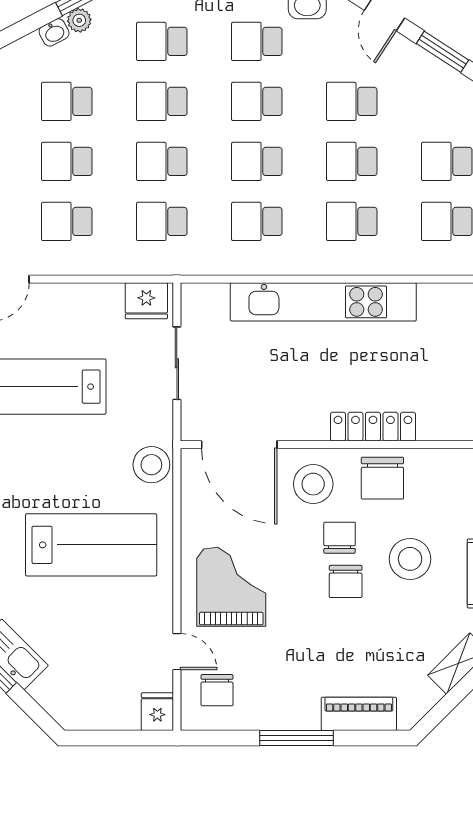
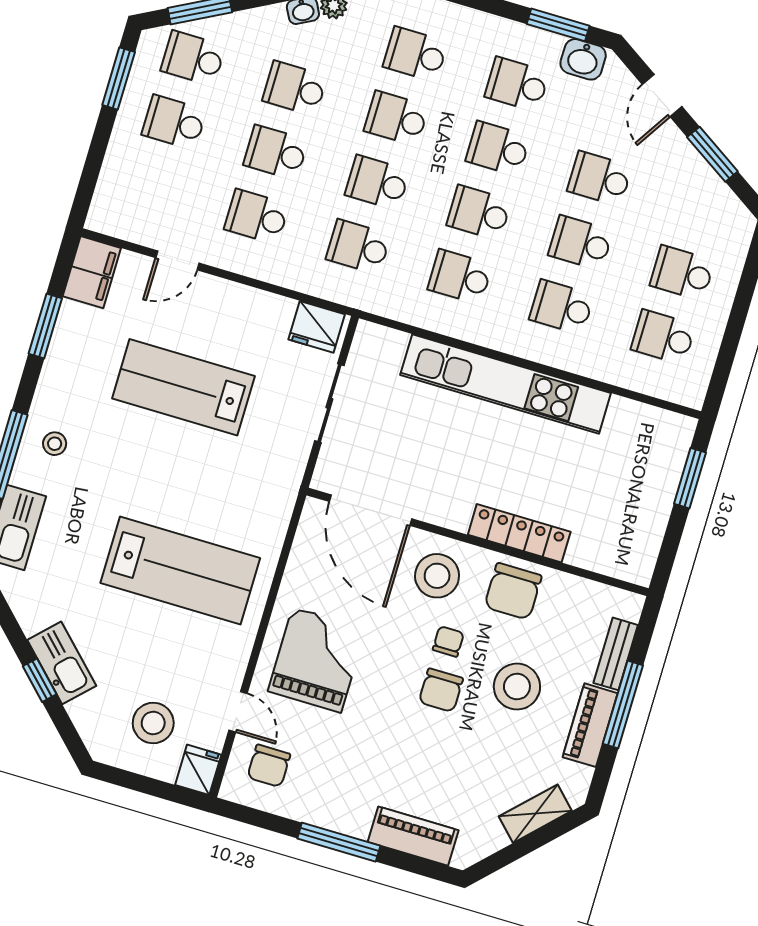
stool: (151, 465) -> (153, 723), moved
chair: (340, 538) -> (448, 641), width x0.73, depth x0.73

